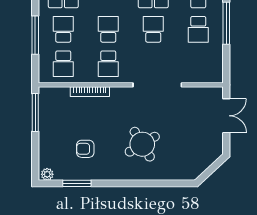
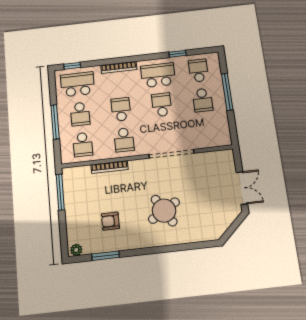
school desk: (63, 29) -> (80, 114), turned 180
double door: (226, 116) -> (242, 188), moved

